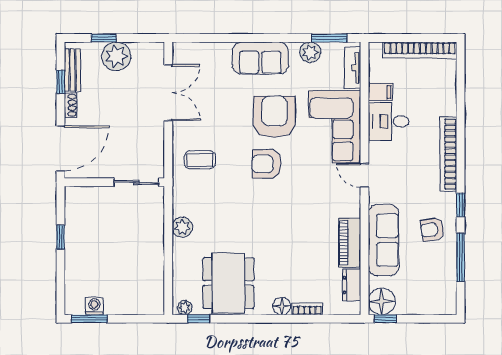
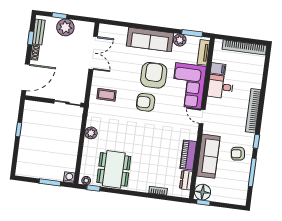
sofa: (260, 58) -> (150, 40), width x1.36
washing machine: (94, 306) -> (69, 177), moved
floor lamp: (282, 306) -> (143, 187), removed
window: (89, 319) -> (50, 182), moved

